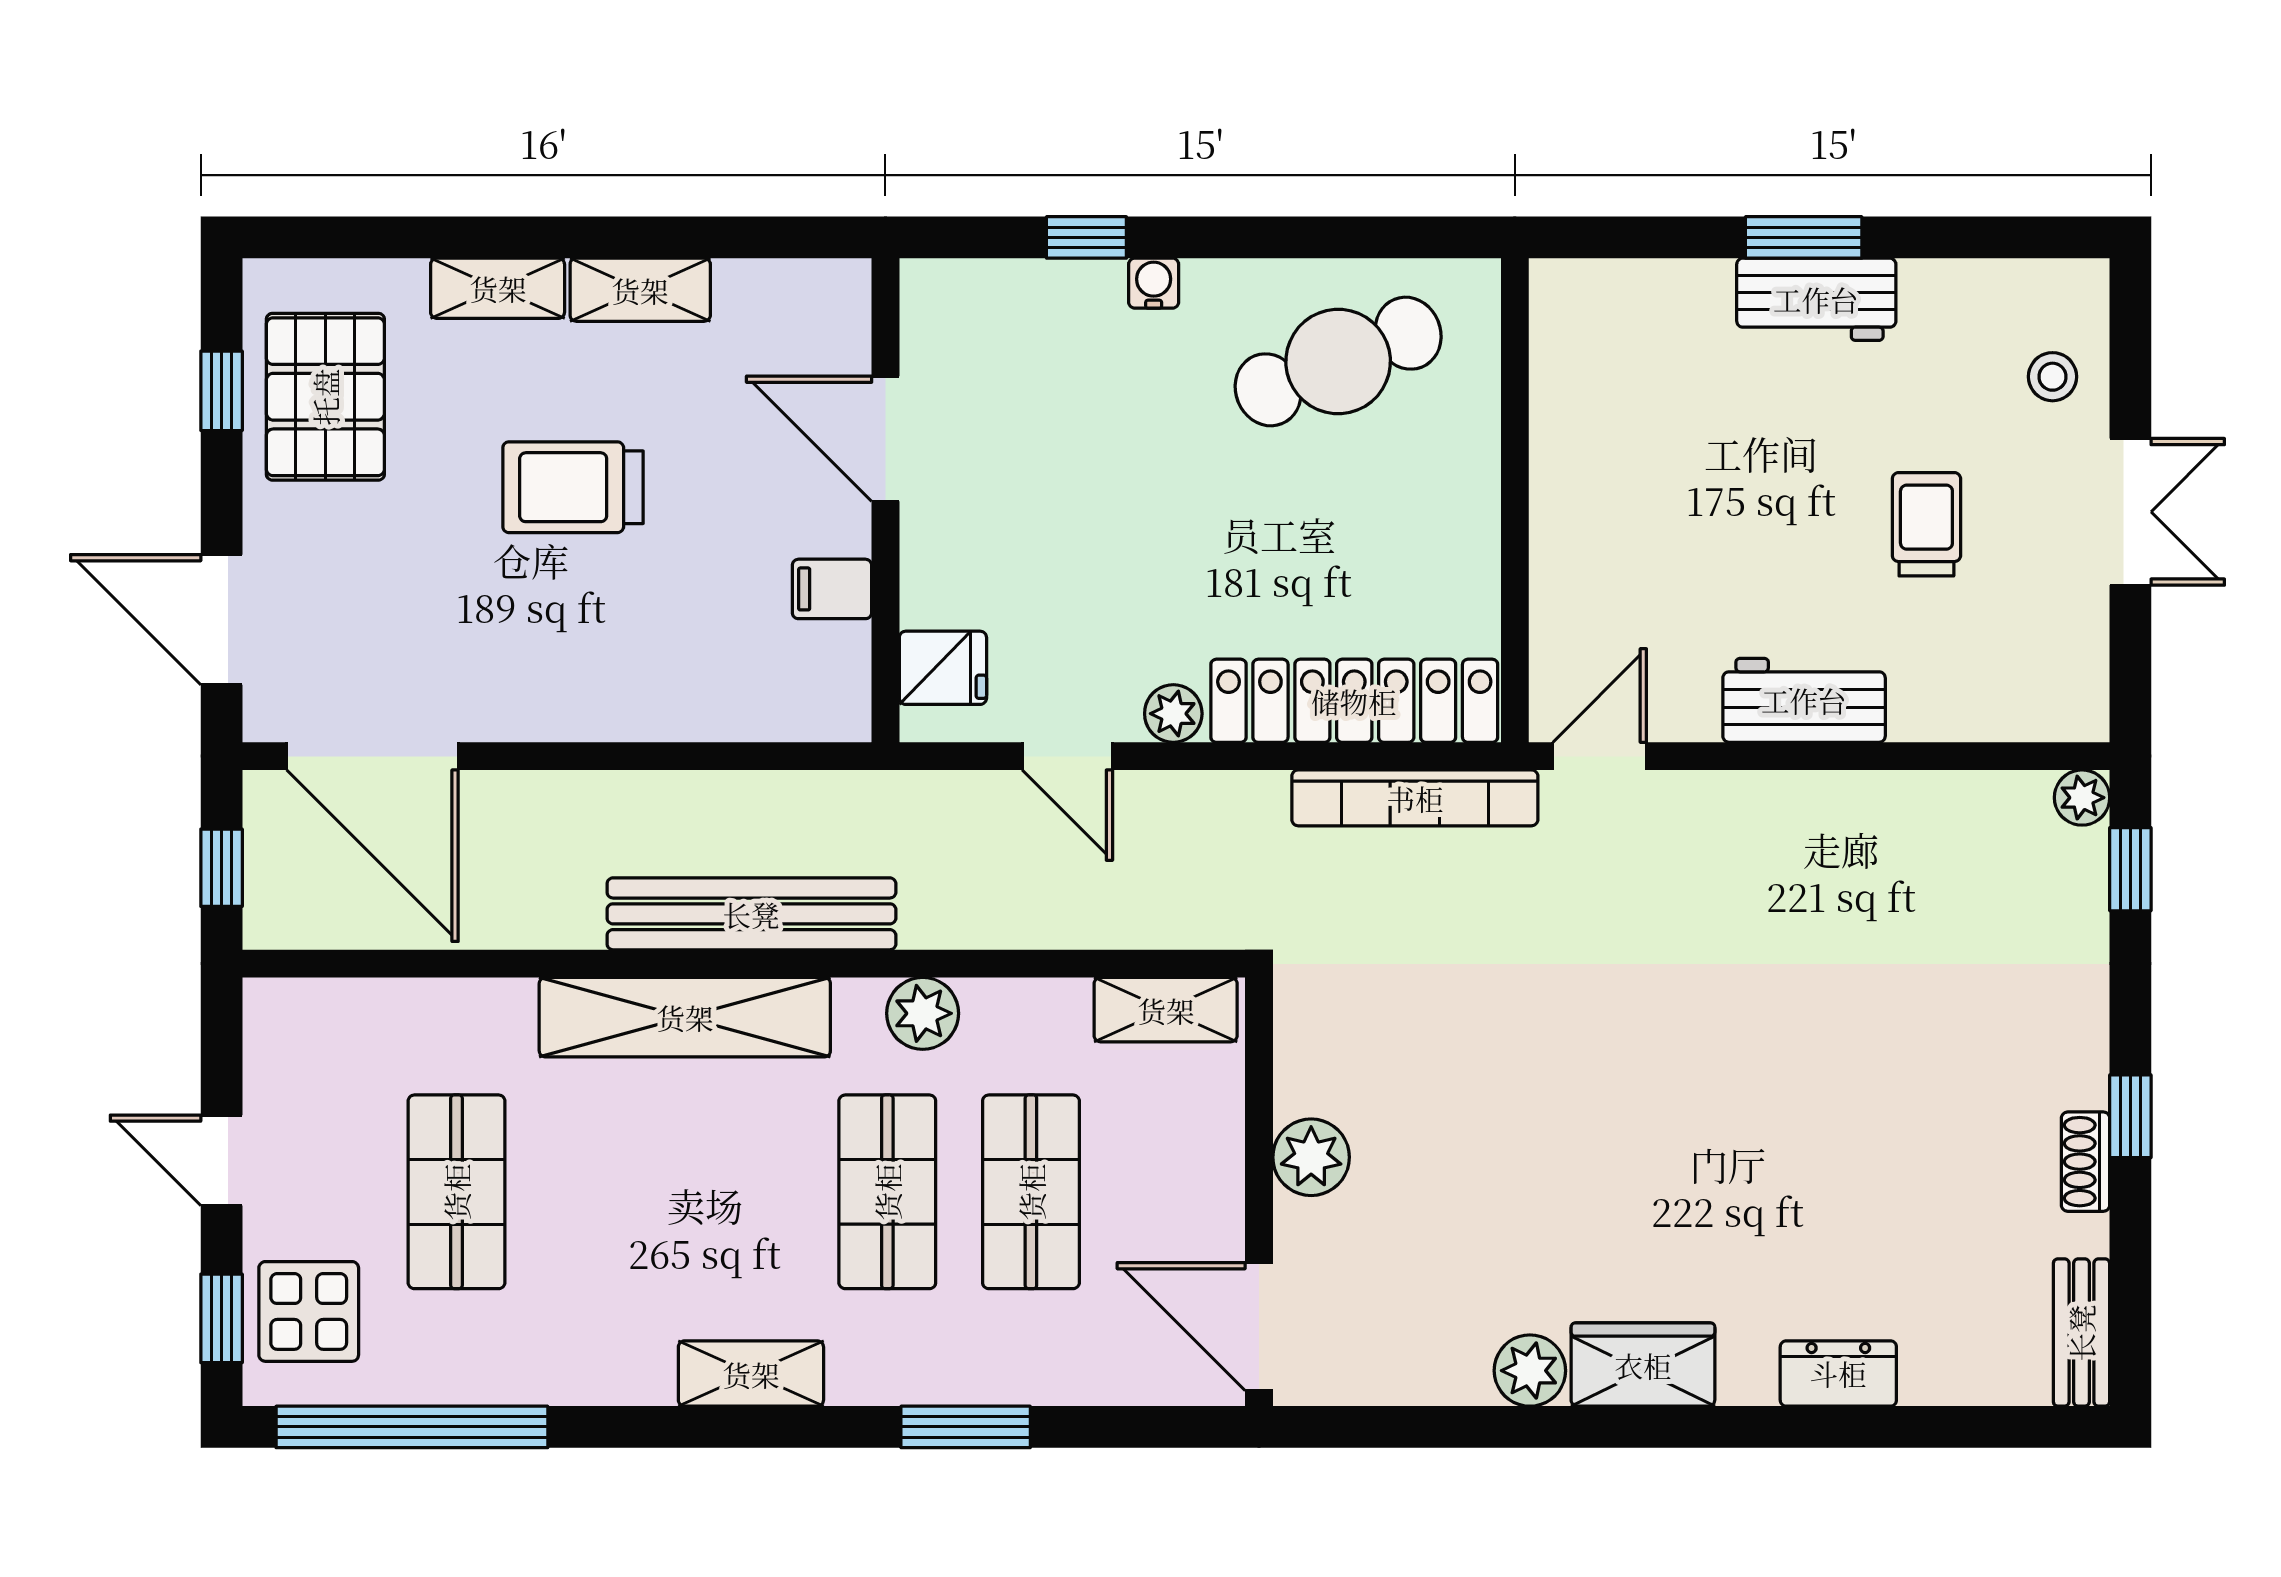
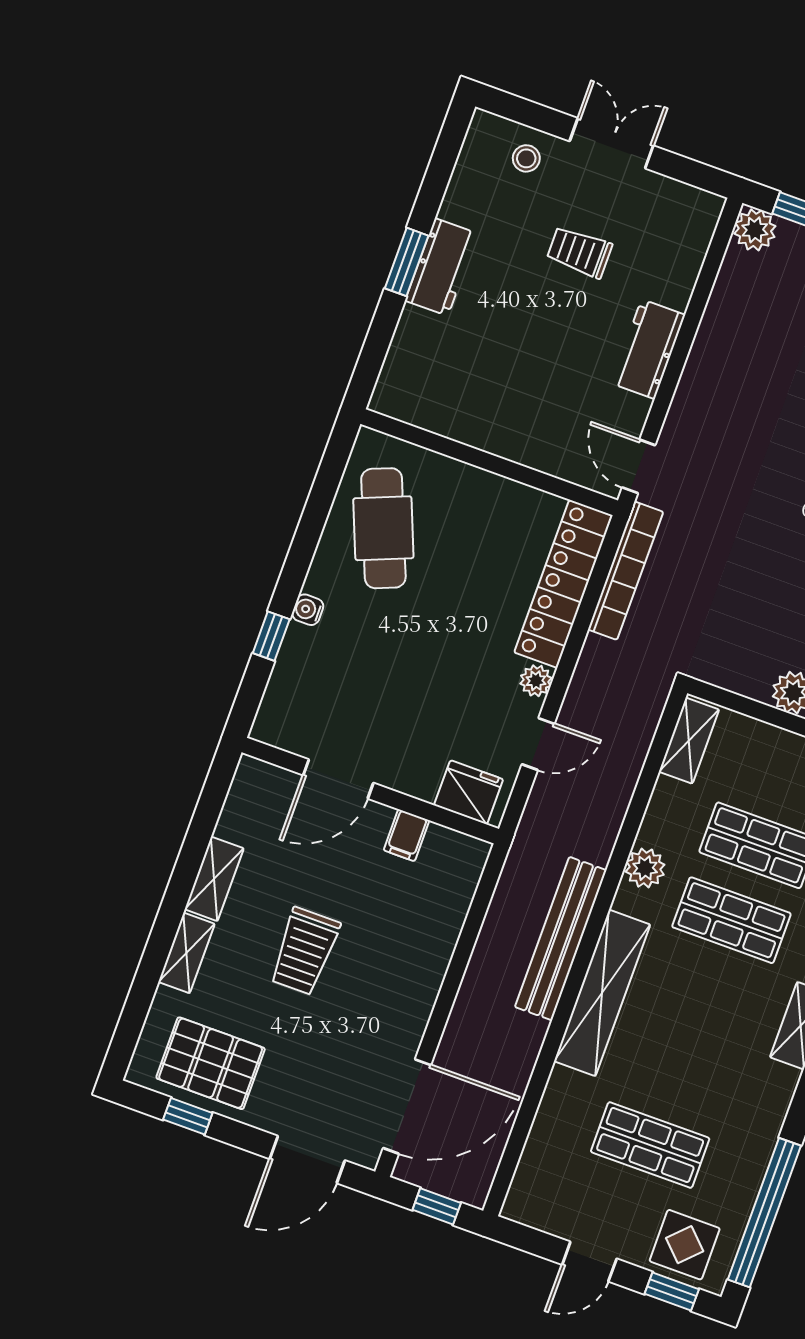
fridge: (943, 668) -> (469, 792), width x1.38
plant: (2082, 798) -> (755, 230), width x1.38, depth x1.38

